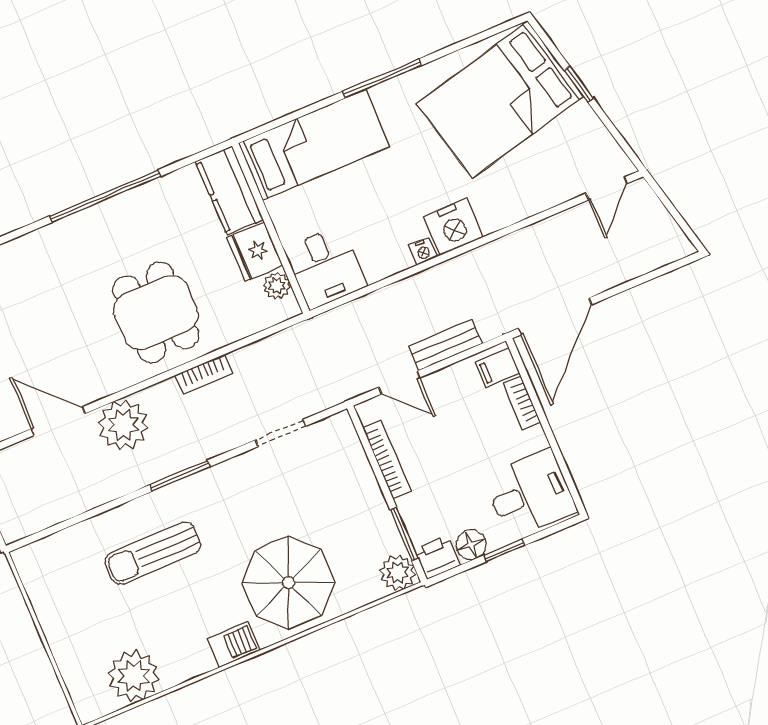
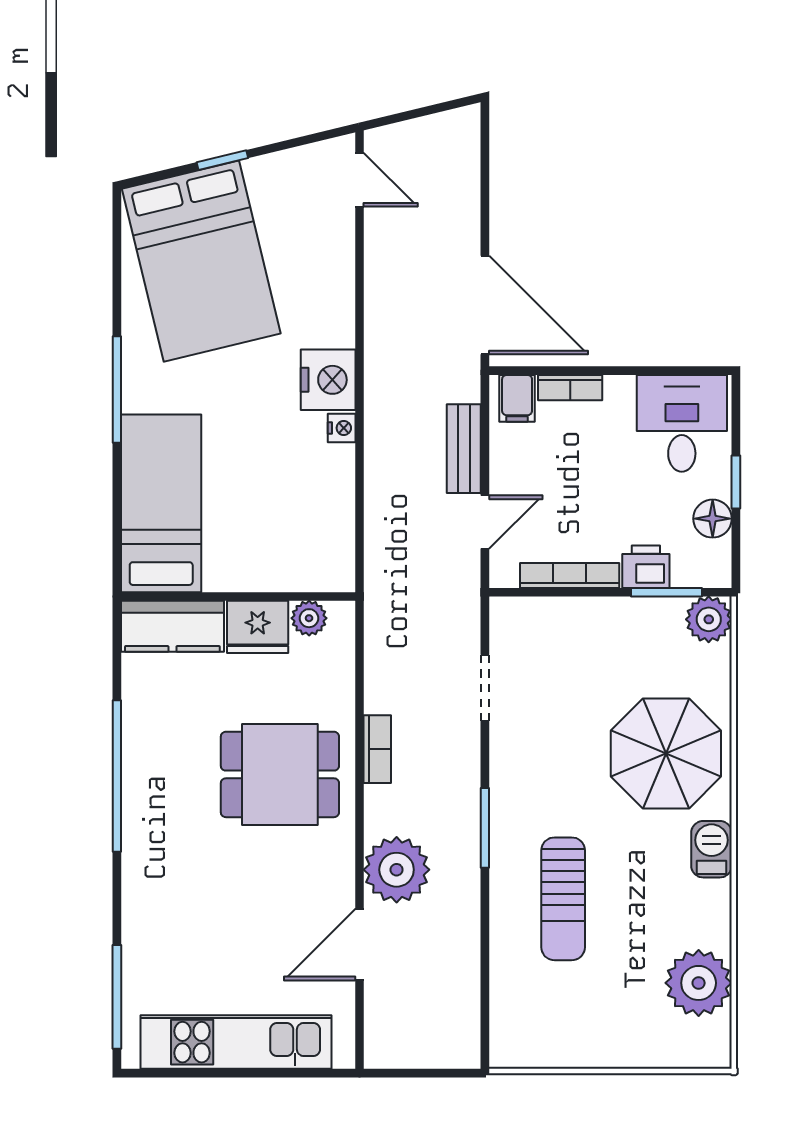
desk: (325, 267) -> (311, 552), removed
printer: (437, 557) -> (646, 567), moved, turned 90

